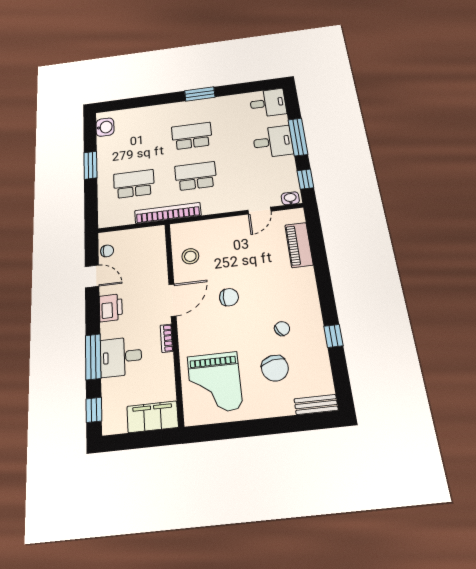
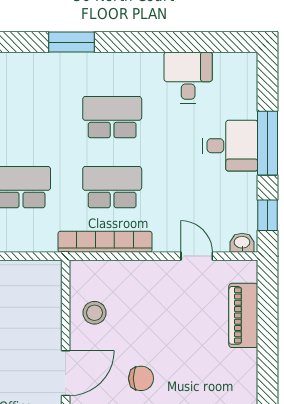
window: (200, 94) -> (71, 42), moved
desk: (268, 103) -> (188, 78), moved, turned -90
door: (259, 211) -> (197, 256), swing flipped
bookcase: (168, 213) -> (105, 242), moved

